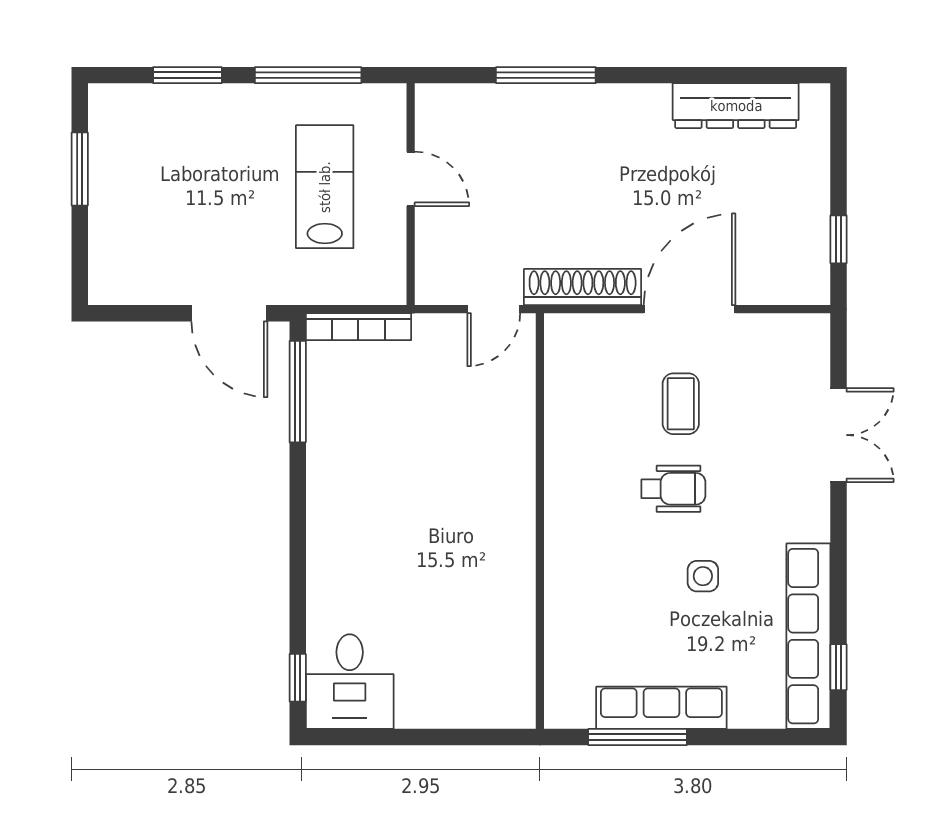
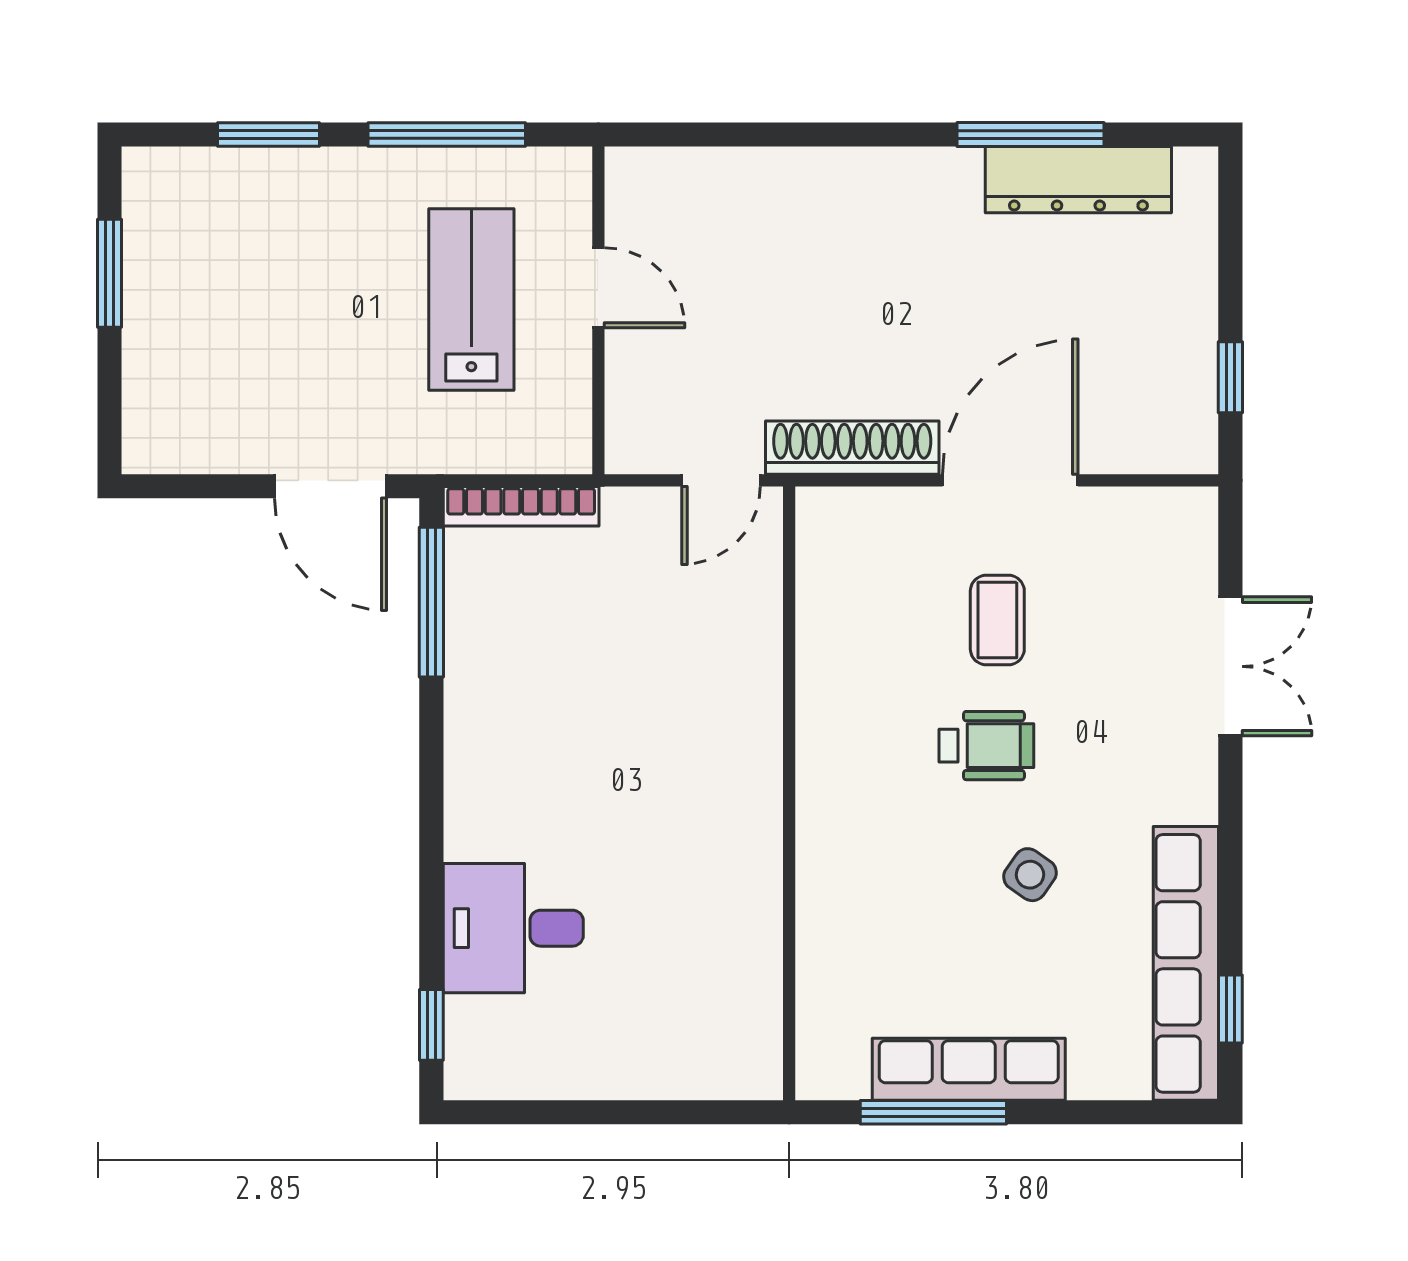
window: (546, 75) -> (1030, 135), moved
side table: (703, 576) -> (1030, 875), turned 35
desk: (350, 682) -> (513, 928), moved, turned 90

